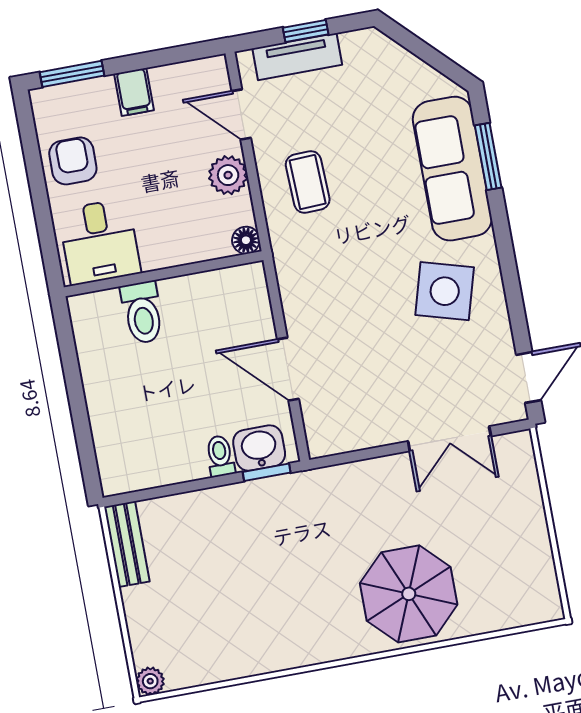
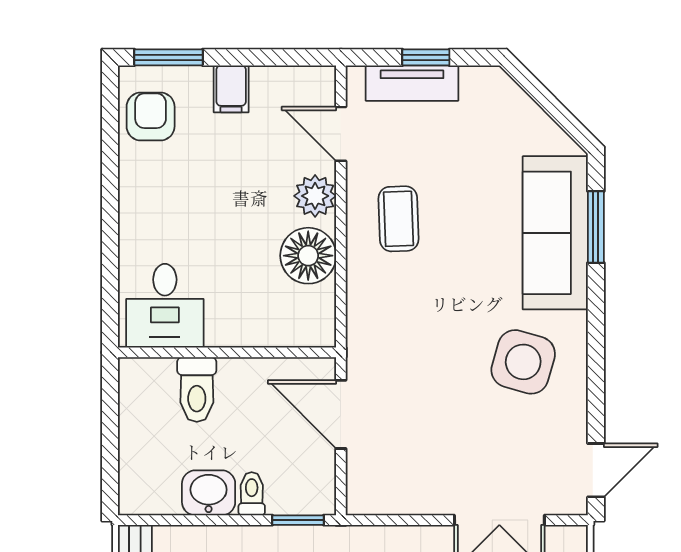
armchair: (73, 161) -> (151, 116), moved
floor lamp: (246, 240) -> (308, 256), width x1.89, depth x1.89
desk: (99, 242) -> (165, 306), moved
wall: (164, 274) -> (227, 352), moved
toilet: (142, 313) -> (197, 390), moved
washbasin: (259, 448) -> (209, 493), moved

